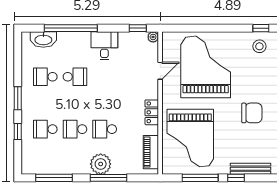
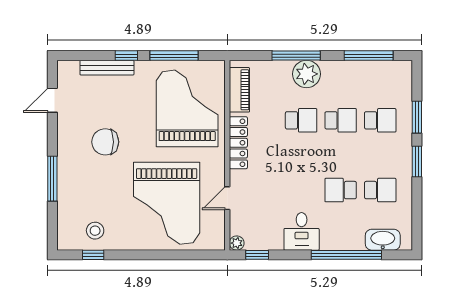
locker: (152, 112) -> (238, 143), width x1.53
window: (18, 132) -> (417, 117), width x1.50

